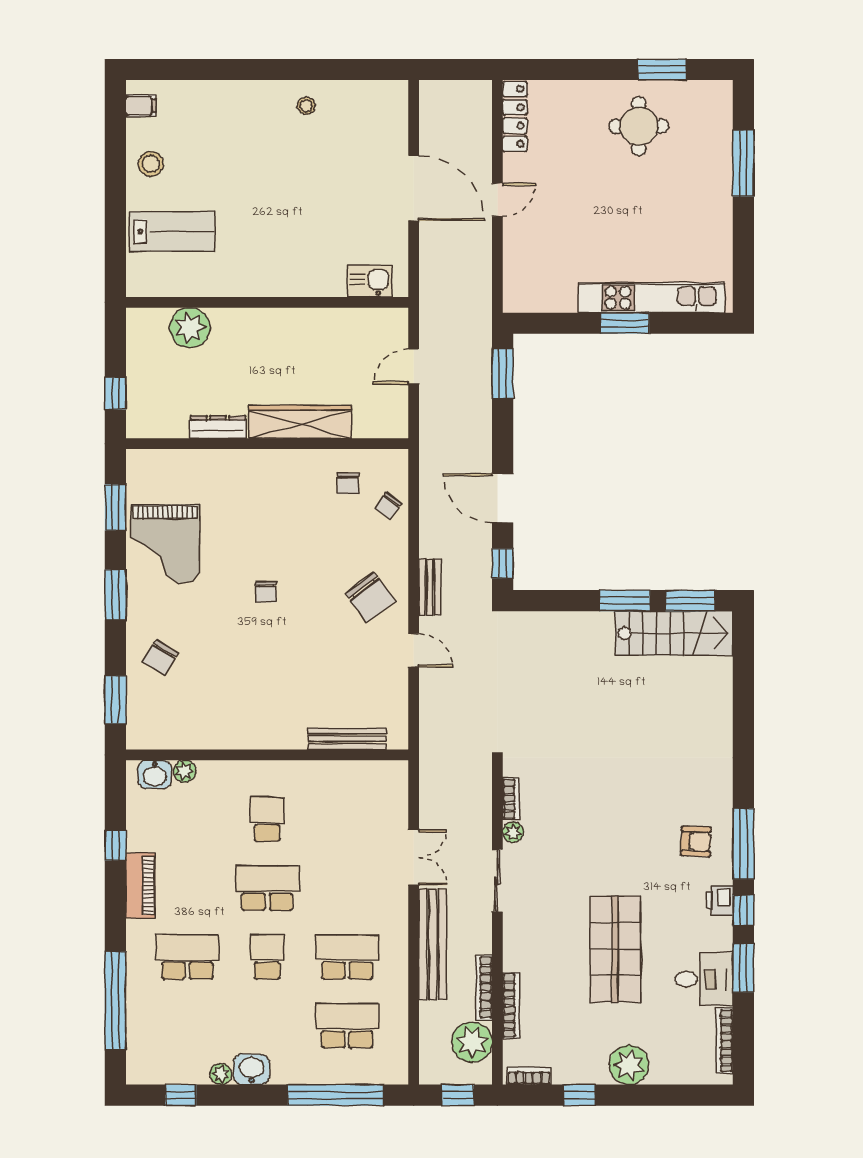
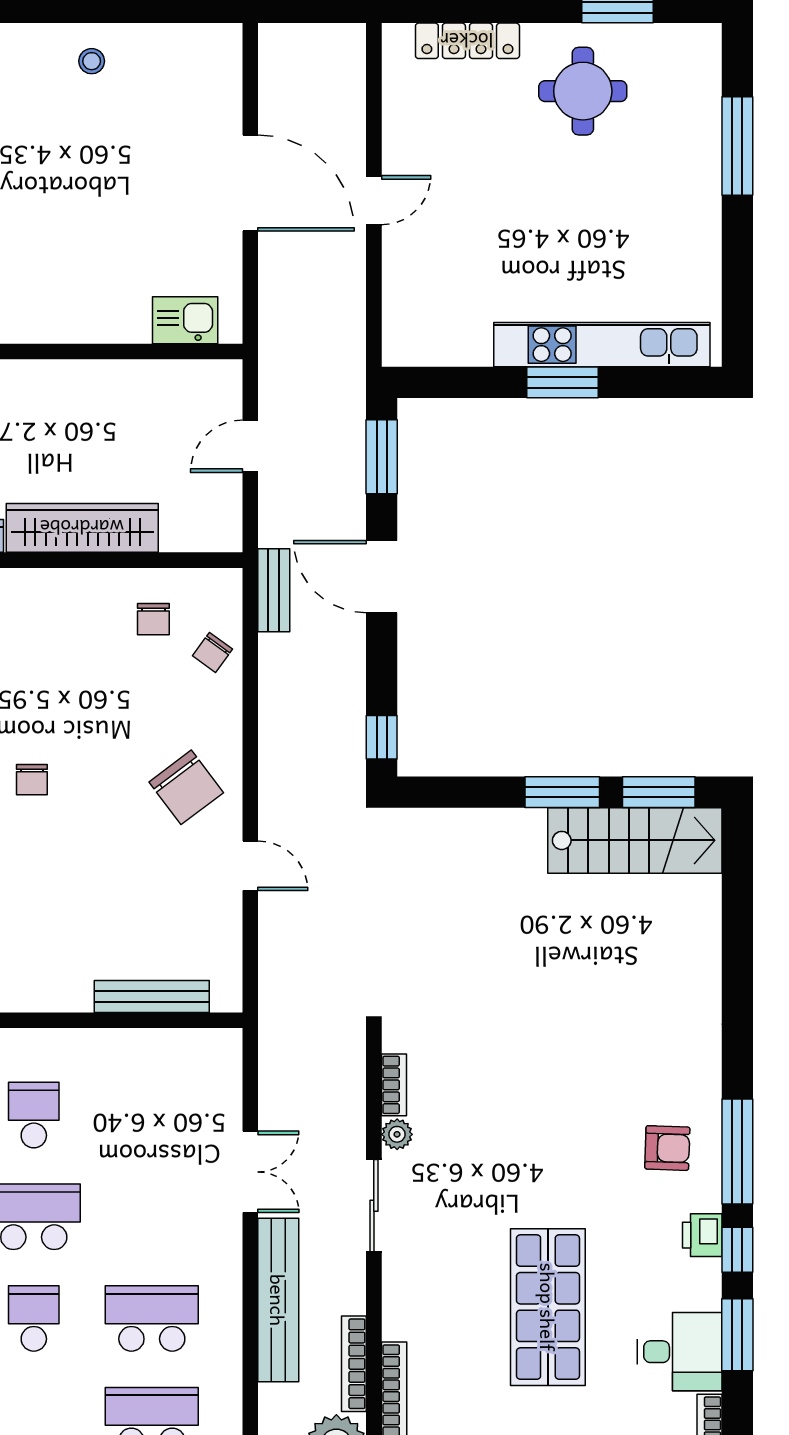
locker: (515, 117) -> (467, 41), moved, turned 90
door: (503, 498) -> (382, 577), moved
bench: (430, 587) -> (274, 590), moved

